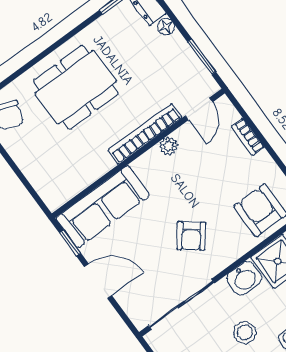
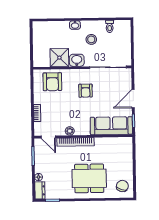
door: (199, 109) -> (48, 137), swing flipped
armchair: (191, 236) -> (86, 91), turned 142
door: (98, 281) -> (133, 99), hinge flipped

